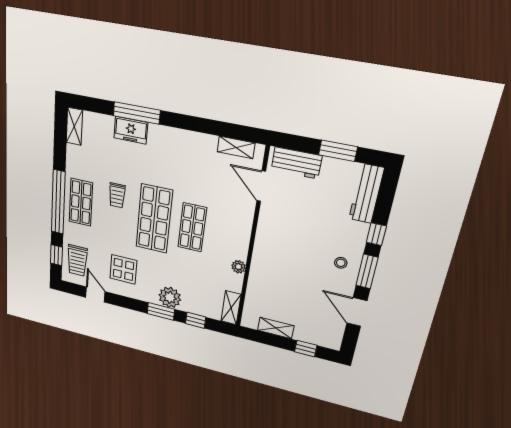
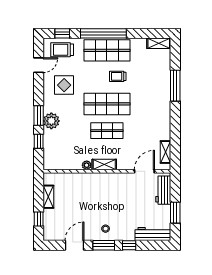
freezer: (131, 130) -> (164, 83), removed
shop shelf: (81, 202) -> (107, 50), width x1.43, depth x1.36
shelving: (231, 308) -> (104, 165), moved

